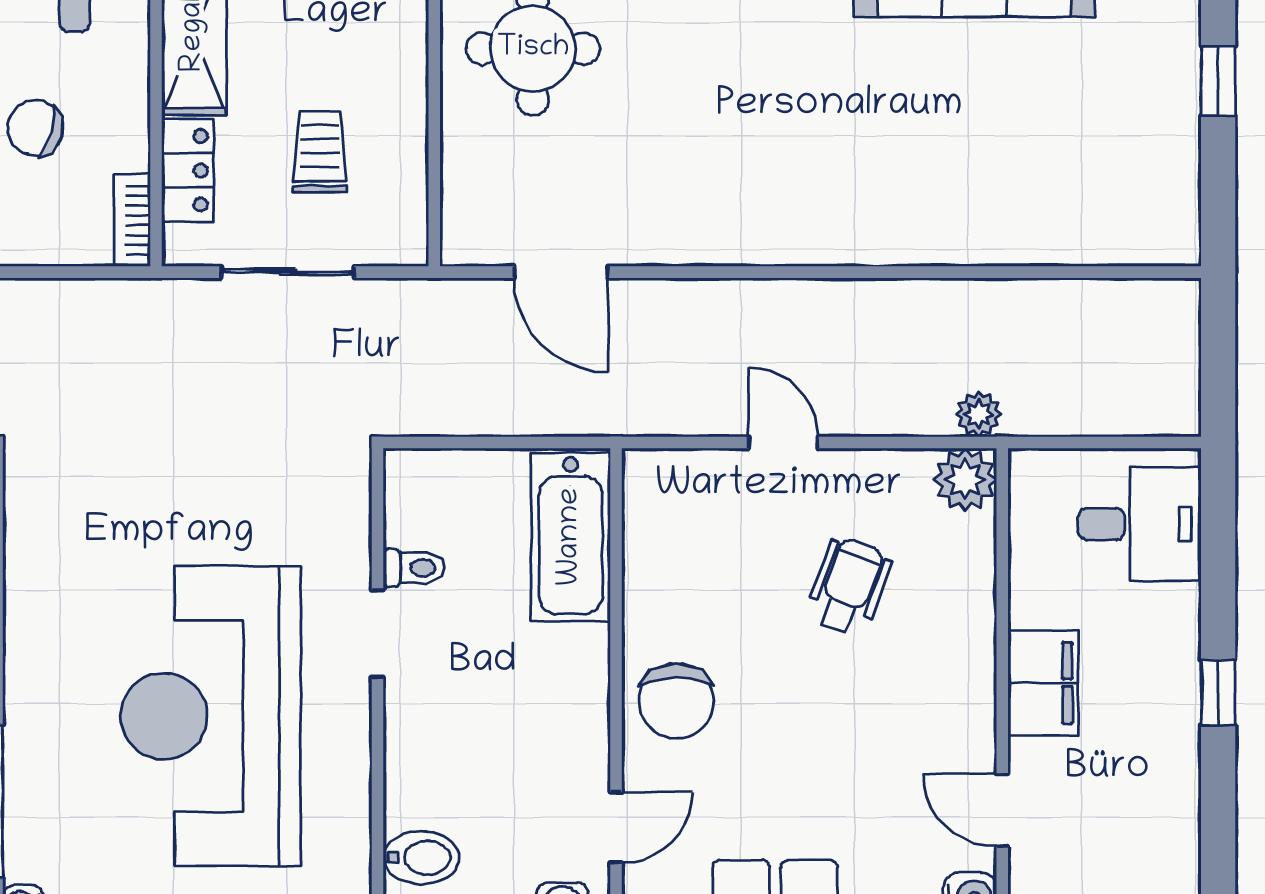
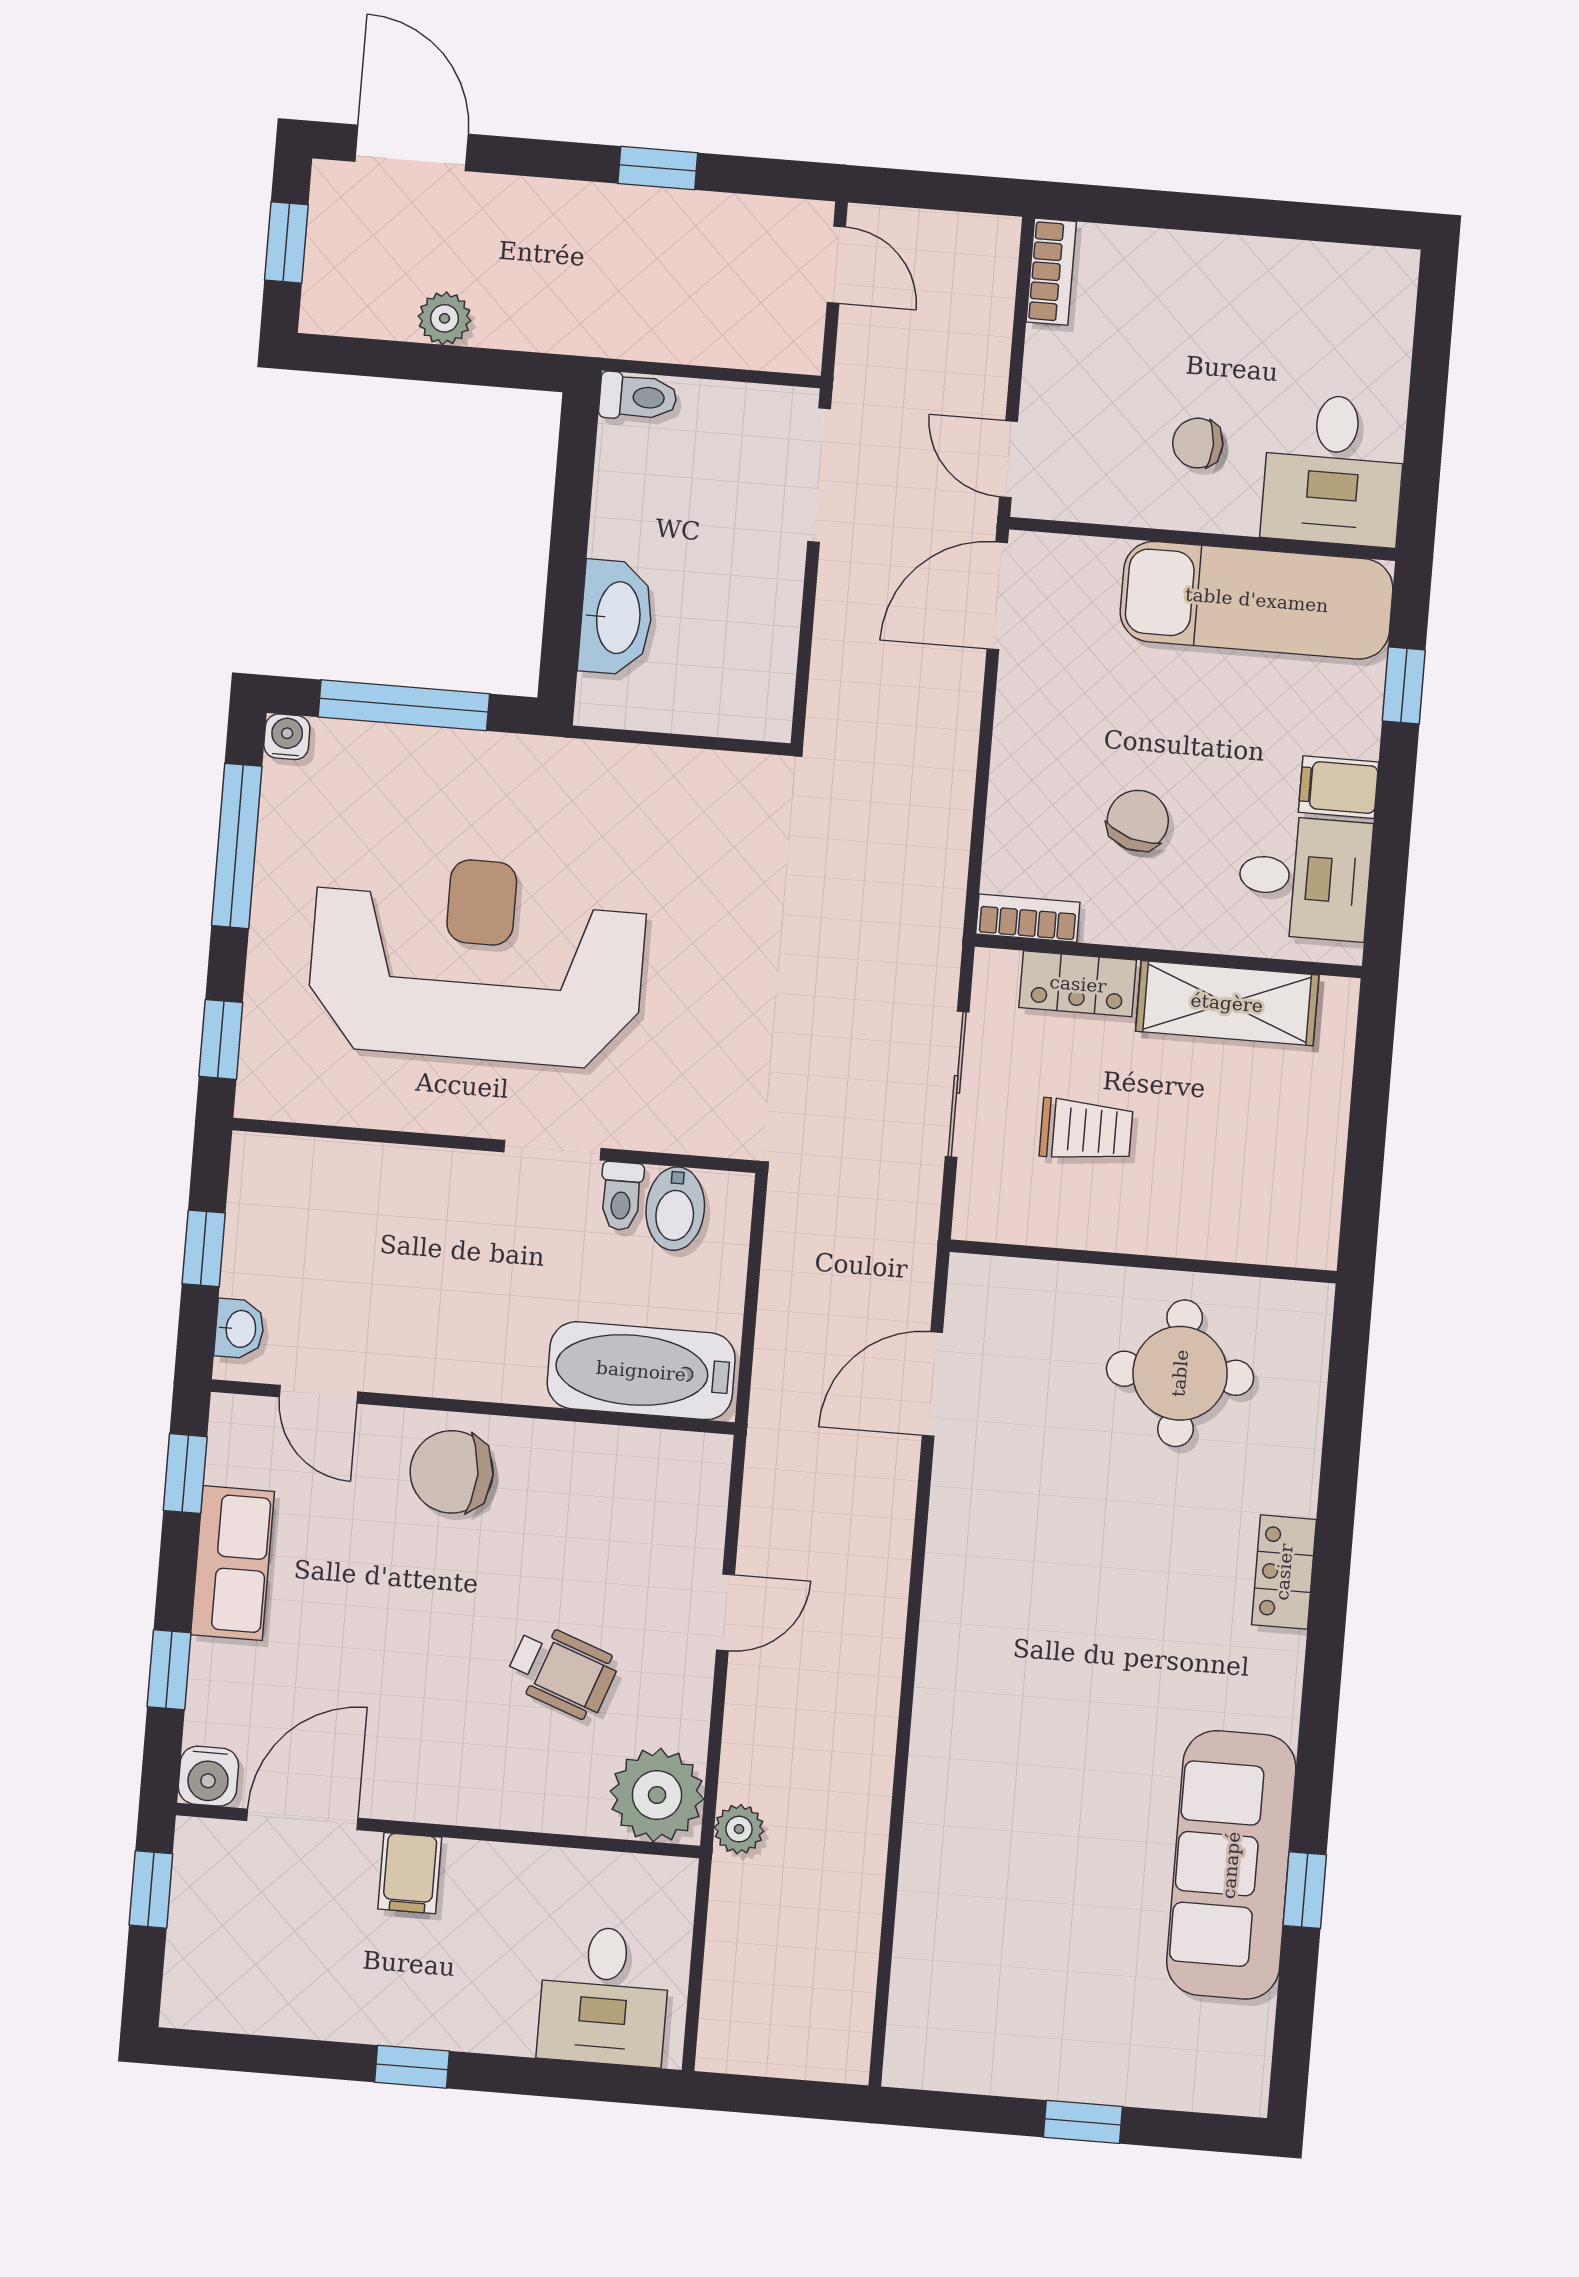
plant: (965, 480) -> (657, 1795), width x1.36, depth x1.36
filing cabinet: (1043, 683) -> (410, 1873), width x0.50
door: (1002, 810) -> (302, 1819), width x1.38
bidet: (421, 858) -> (675, 1209), moved

